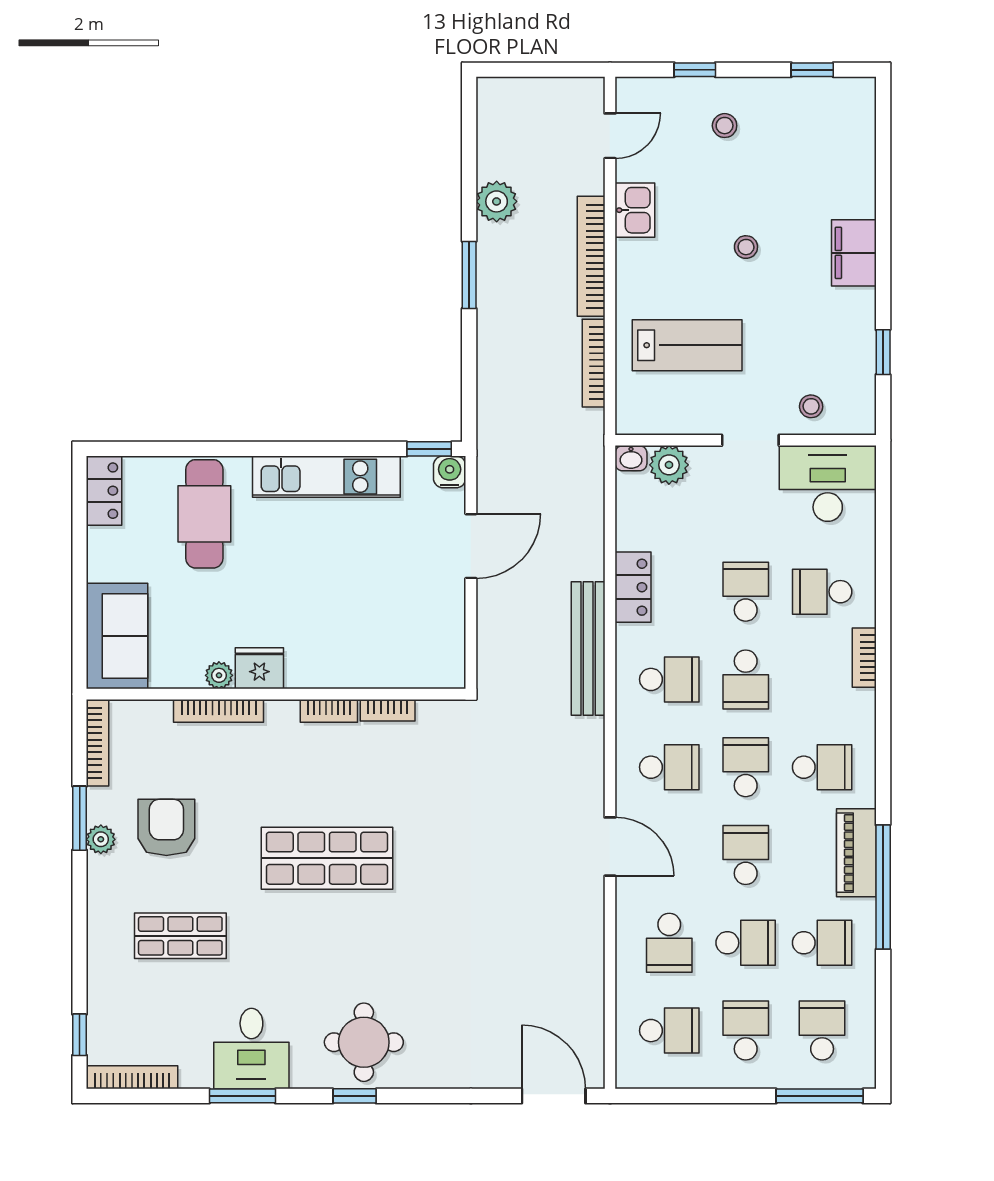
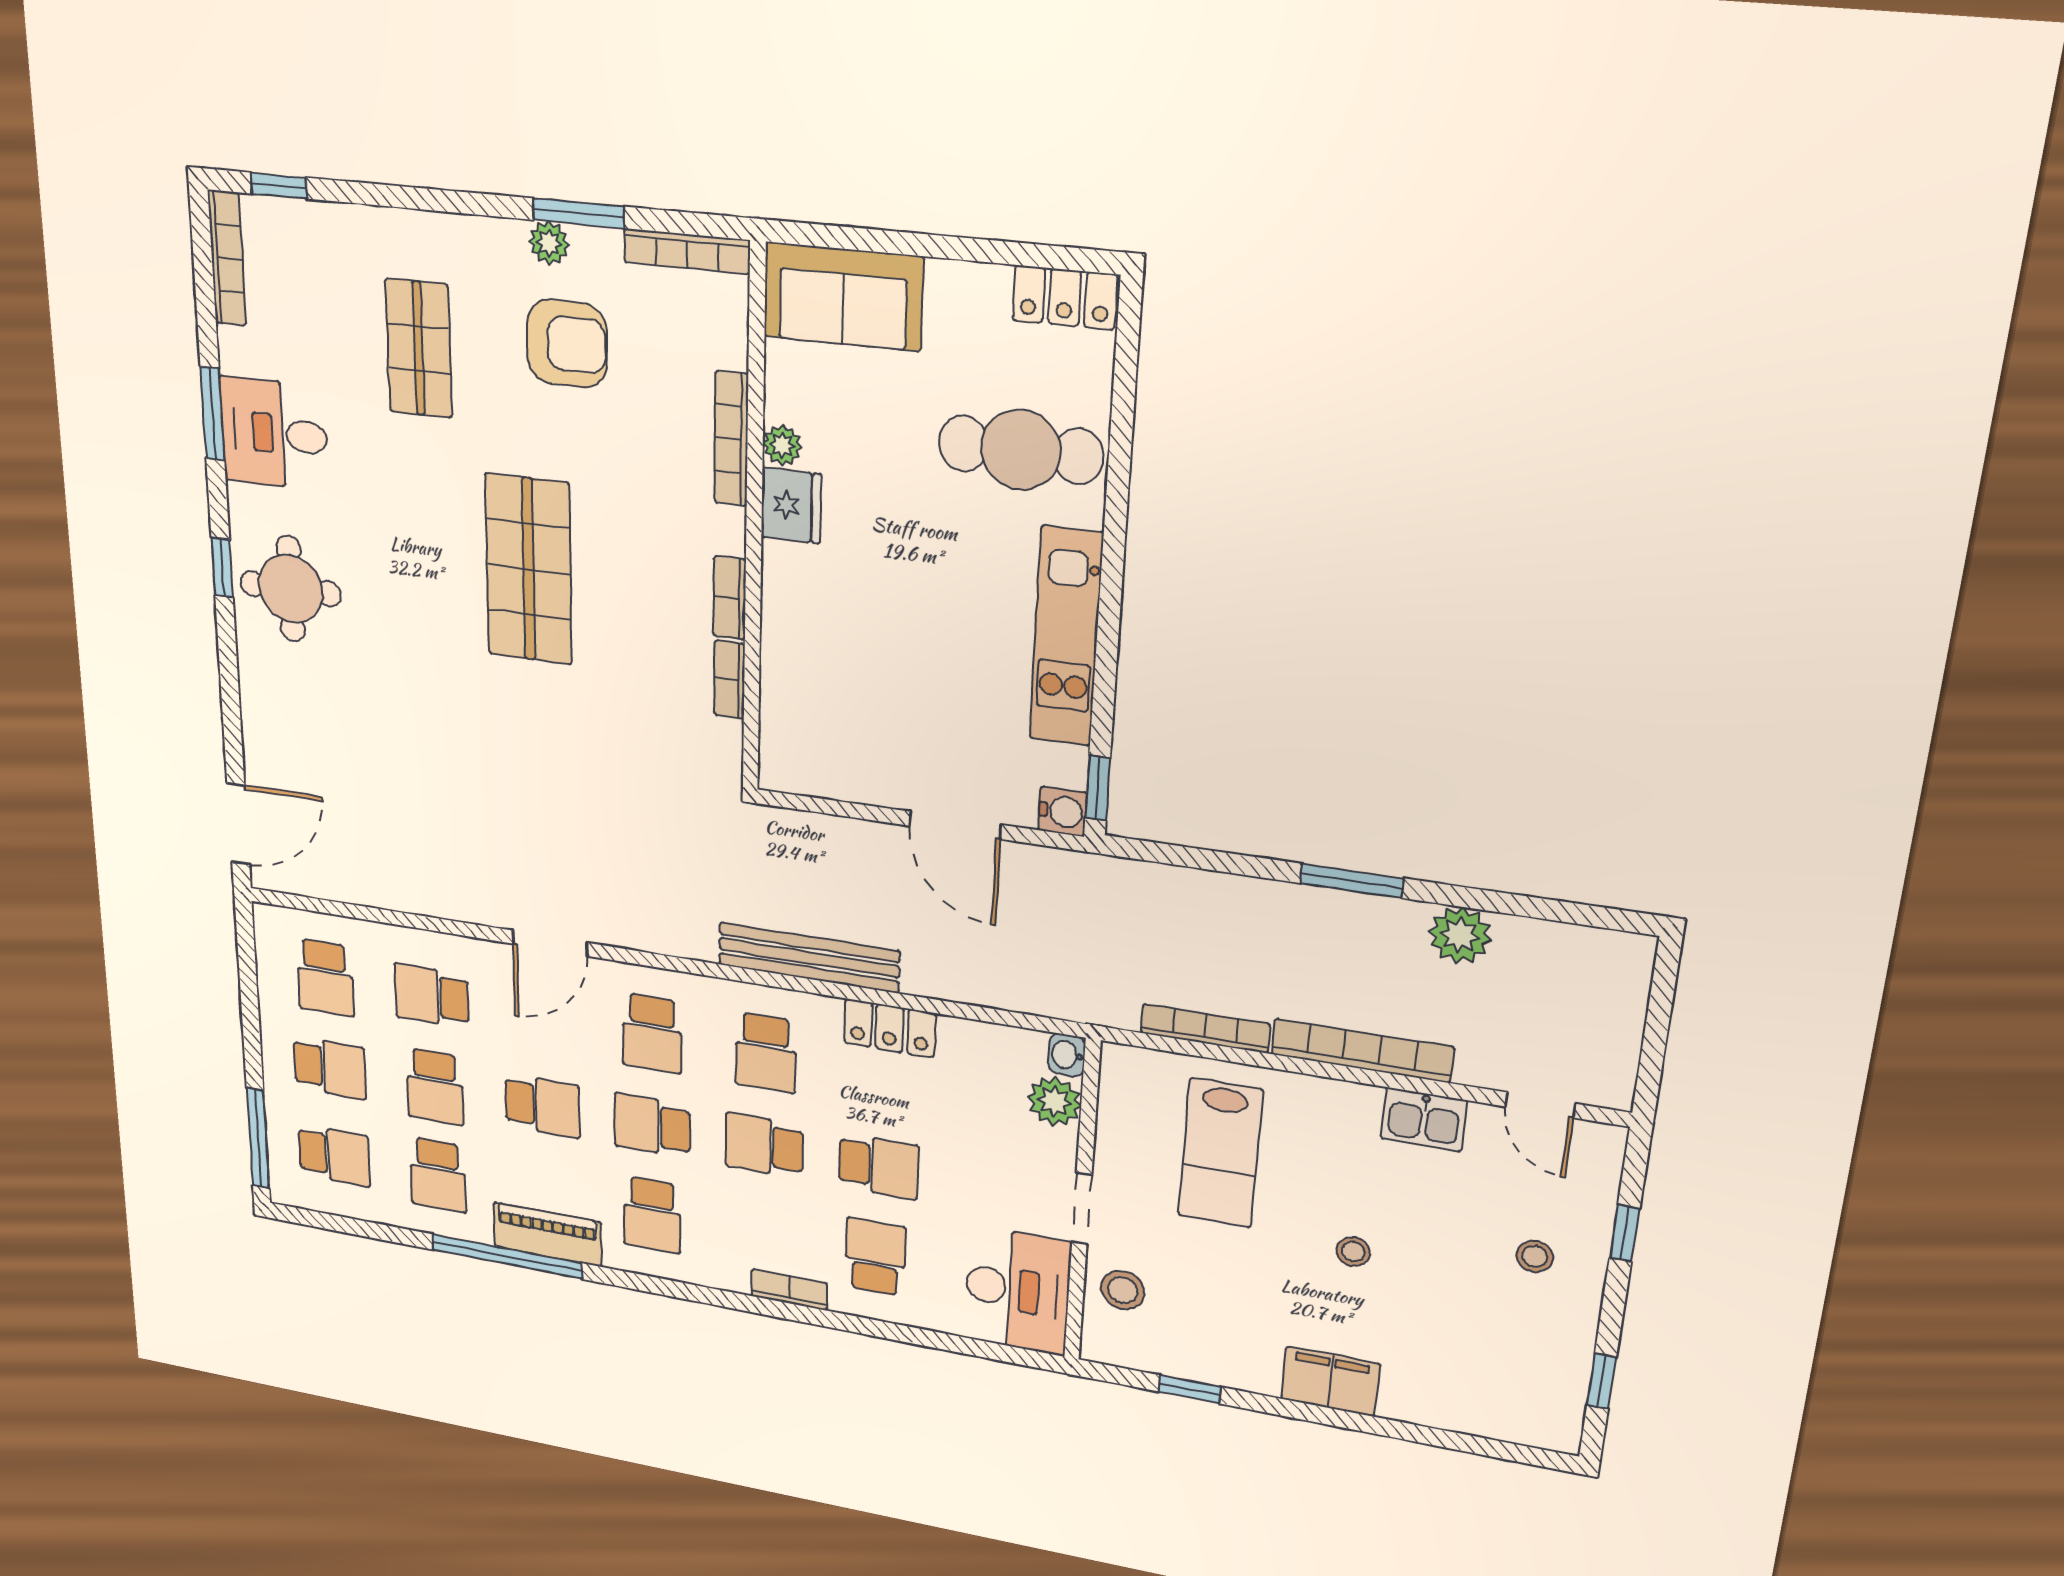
stool: (811, 406) -> (1123, 1290), width x1.37, depth x1.37
school desk: (746, 767) -> (652, 1125), turned 180

